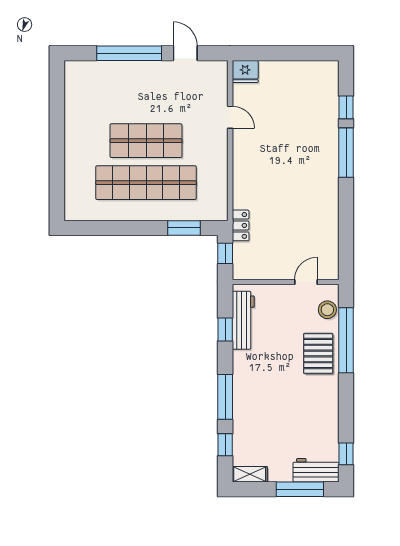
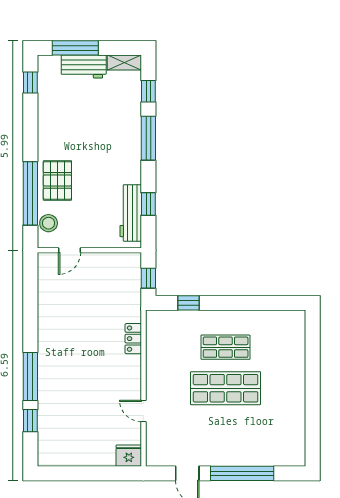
shop shelf: (146, 183) -> (226, 347), width x0.50, depth x0.74
locker: (241, 225) -> (133, 339), moved
window: (184, 228) -> (188, 303), width x0.67
workbench: (316, 470) -> (84, 67), moved

